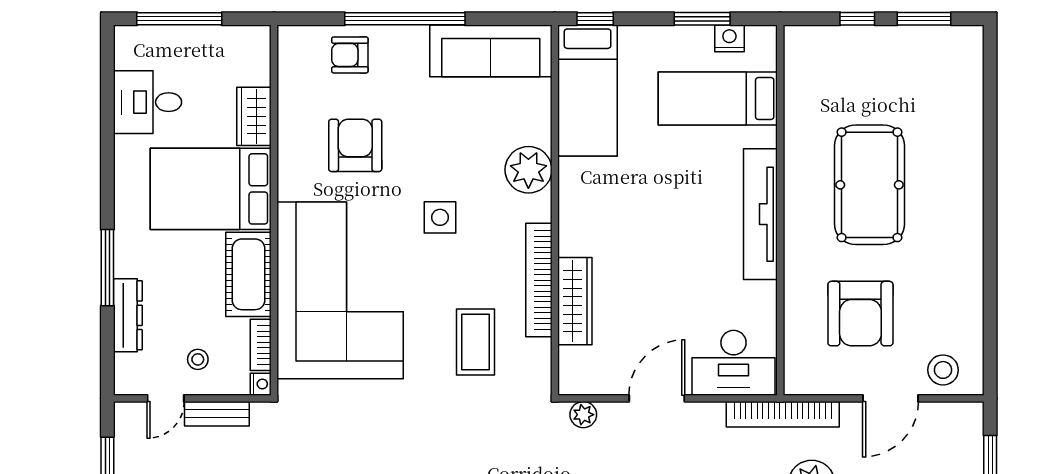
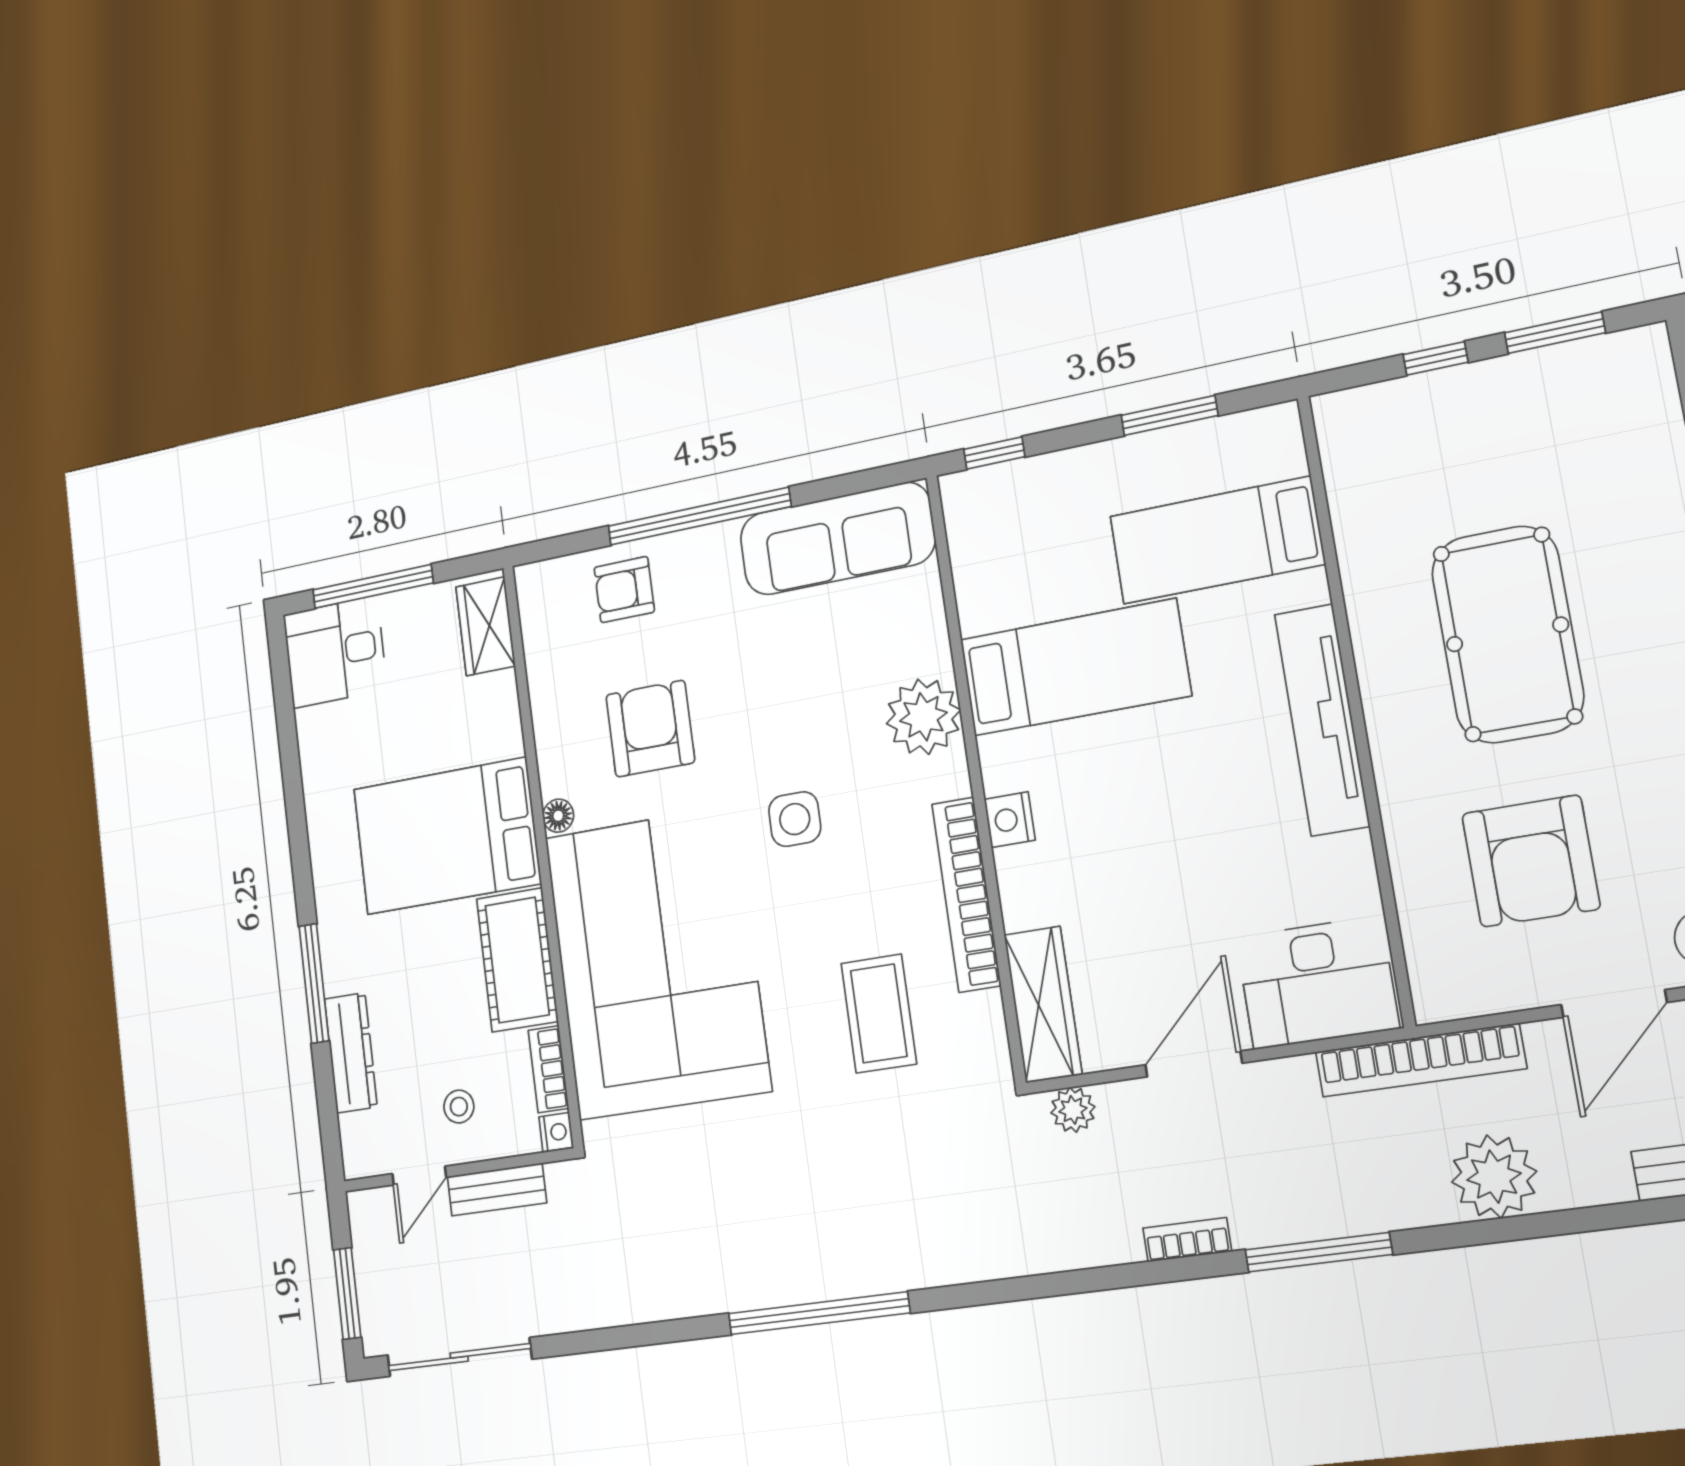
nightstand: (729, 38) -> (1010, 820), moved, turned -90
bed: (588, 91) -> (1075, 667), moved, turned -90
desk: (148, 102) -> (335, 652), moved
wardrobe: (254, 116) -> (485, 626), moved
floor lamp: (287, 189) -> (558, 816), added
wardrobe: (575, 301) -> (1043, 1004), moved

